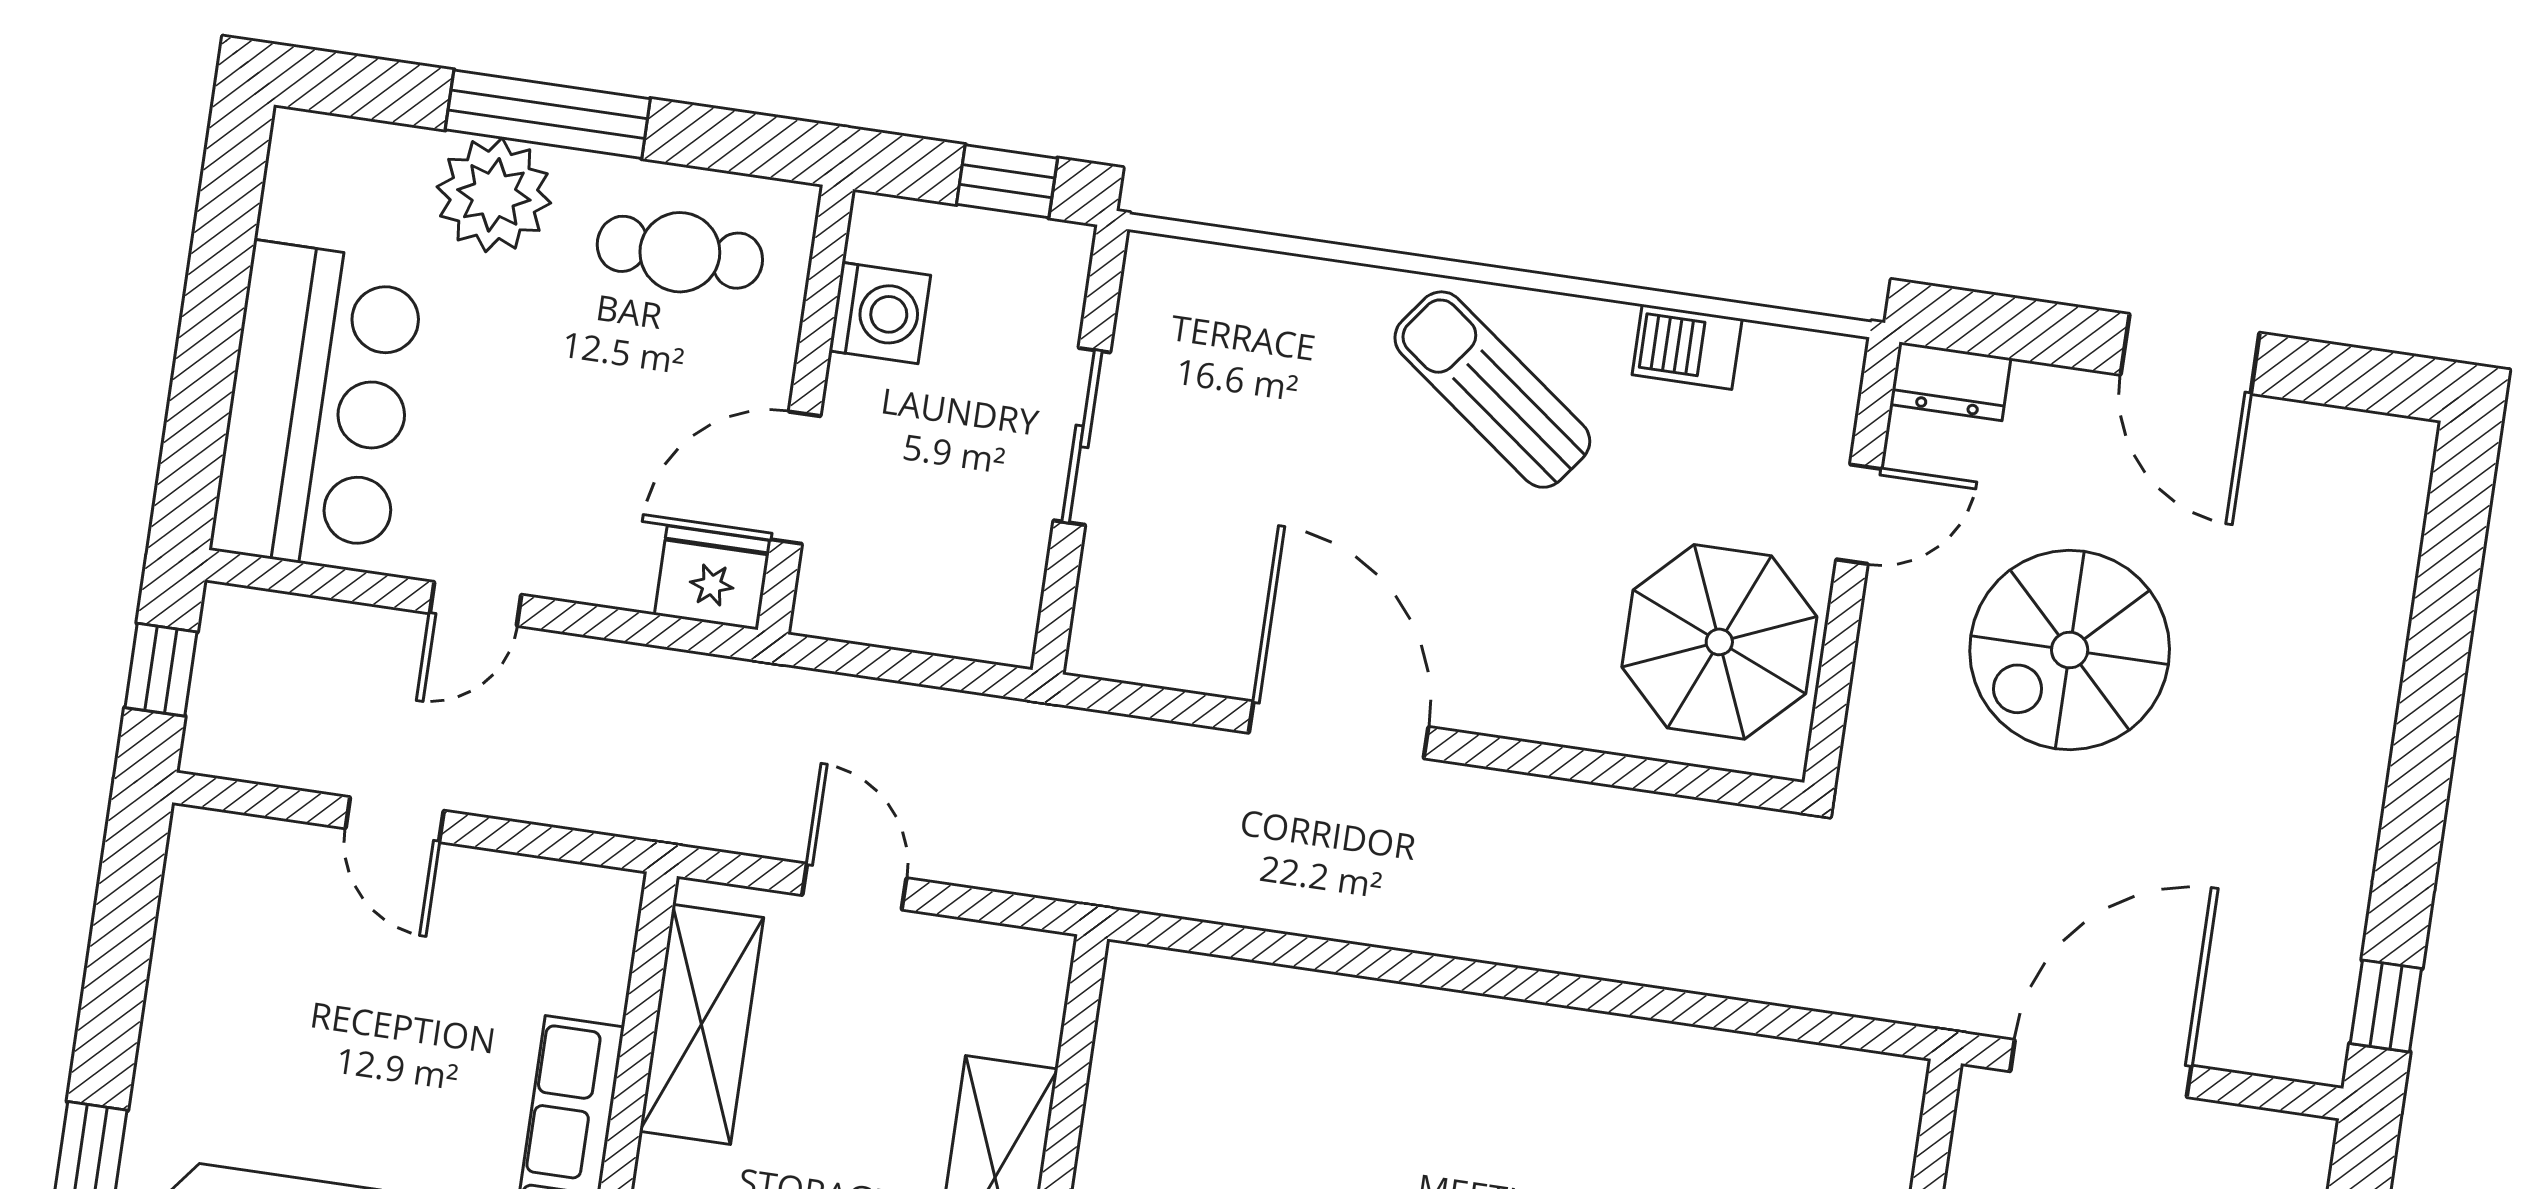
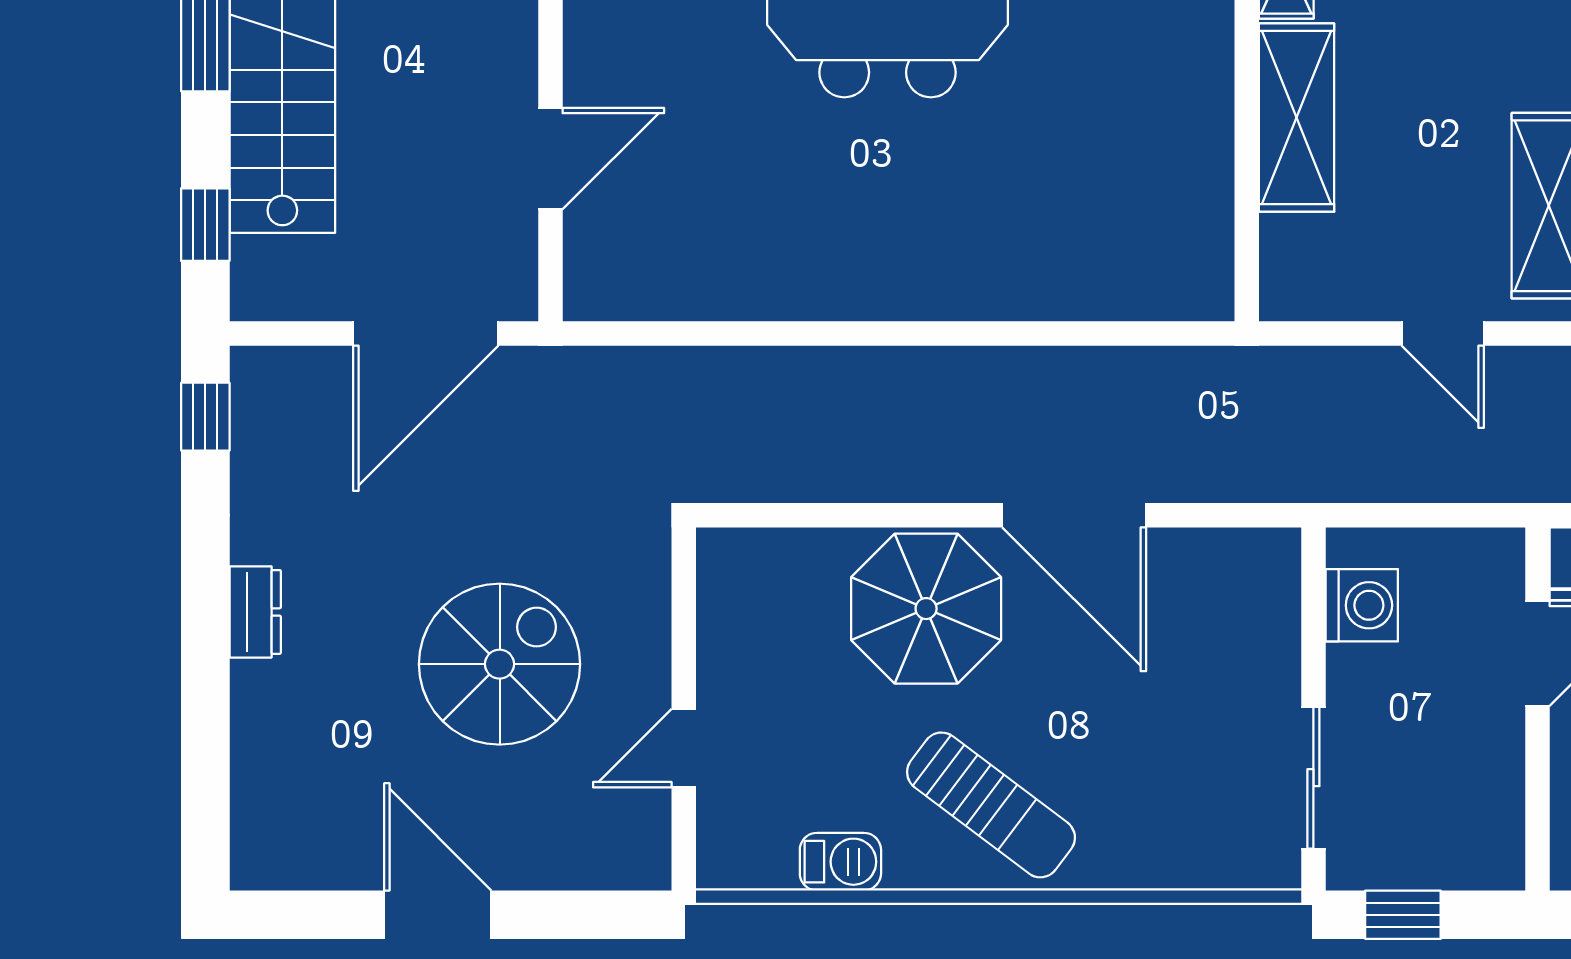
washing machine: (880, 313) -> (1362, 605), moved, turned 180
dresser: (1950, 381) -> (255, 612), moved, turned 90
sliding door: (1082, 436) -> (1313, 778), moved
parasol: (1719, 642) -> (926, 609), moved

